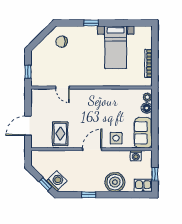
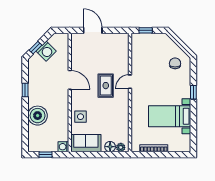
door: (63, 88) -> (130, 82), moved
rug: (60, 134) -> (106, 86), moved, turned 90
door: (92, 149) -> (70, 80), moved
washing machine: (136, 156) -> (63, 147), moved
washing machine: (57, 181) -> (46, 51), moved
kitchen sink: (143, 185) -> (34, 143), removed

